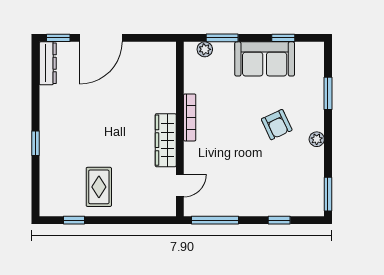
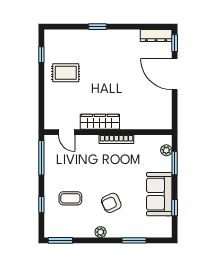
coffee table: (271, 180) -> (70, 198), added

